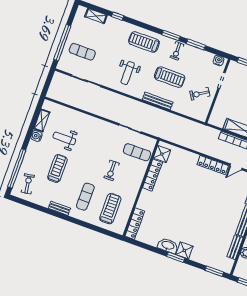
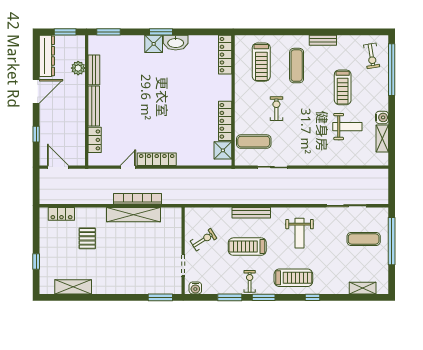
window: (118, 16) -> (313, 297), moved
weight bench: (128, 73) -> (300, 233), turned 180

